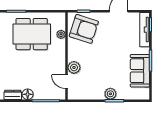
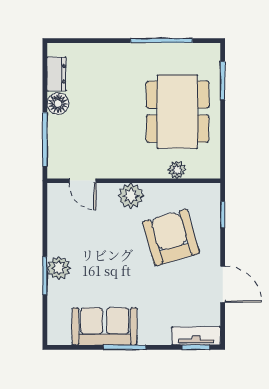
armchair: (84, 29) -> (171, 237), moved, turned 146
tv unit: (145, 30) -> (196, 336), width x0.71
plant: (74, 67) -> (131, 196), moved
door: (66, 82) -> (83, 181), swing flipped

